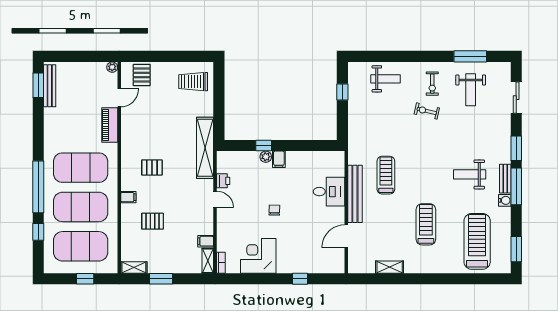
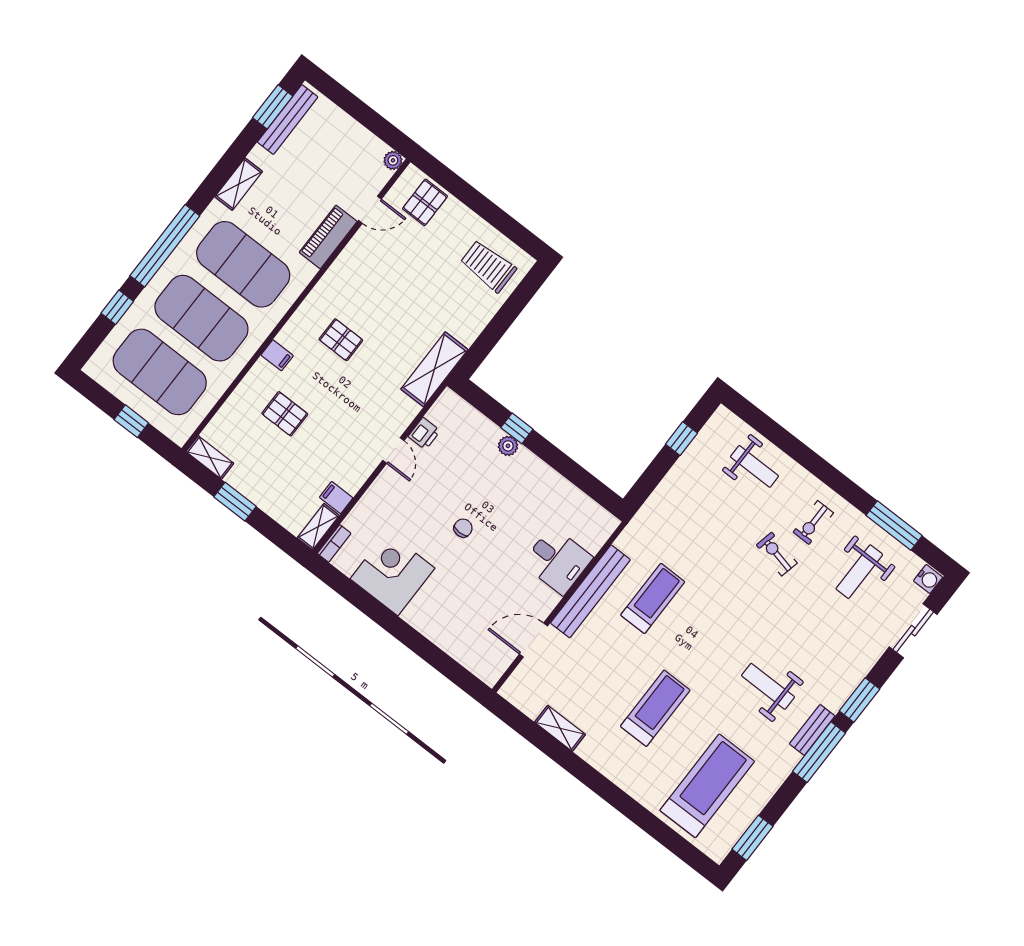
shelving: (50, 133) -> (239, 184), added
shelving: (205, 148) -> (434, 369), width x0.68
filing cabinet: (279, 159) -> (523, 463), removed
water cooler: (505, 200) -> (928, 579), moved
window: (300, 279) -> (425, 649), removed

